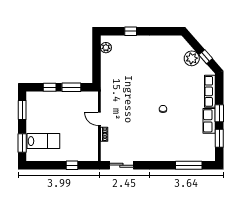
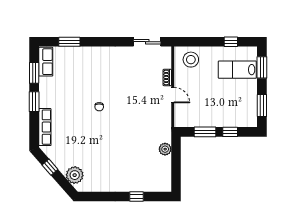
plant: (106, 48) -> (165, 149), moved
plant: (192, 58) -> (75, 175), moved
row of seats: (209, 121) -> (46, 62), moved
stool: (84, 150) -> (191, 60), added
window: (72, 165) -> (231, 42), moved
window: (189, 165) -> (69, 42), width x0.69

